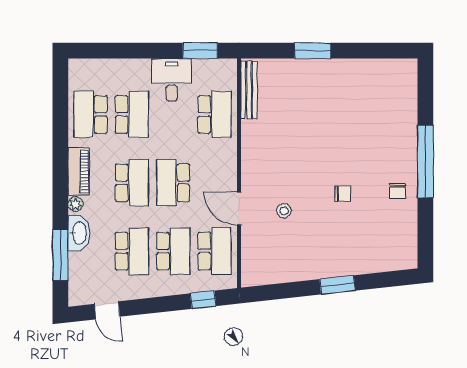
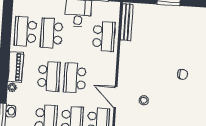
school desk: (132, 114) -> (52, 33), turned 180
chair: (342, 194) -> (182, 74), moved
washbasin: (79, 233) -> (11, 111), width x0.52, depth x0.69

